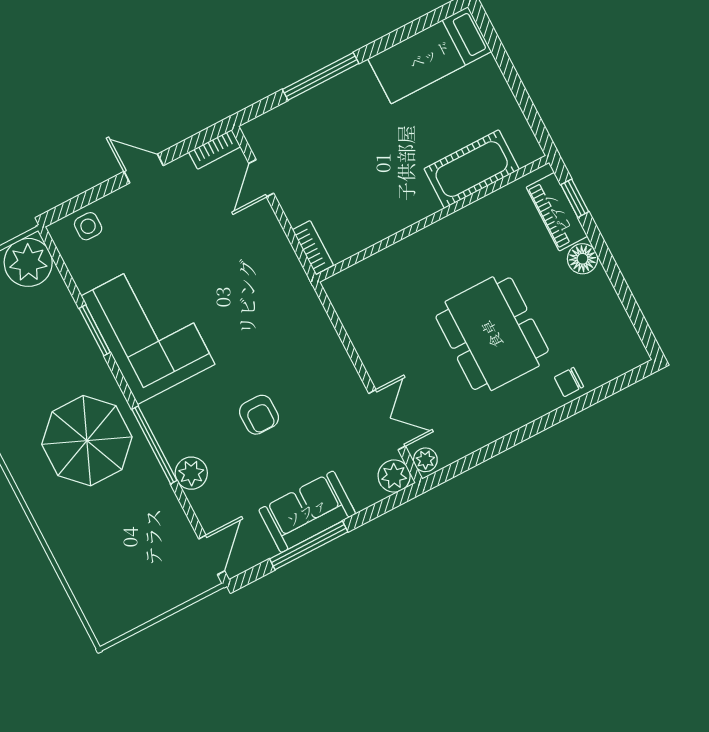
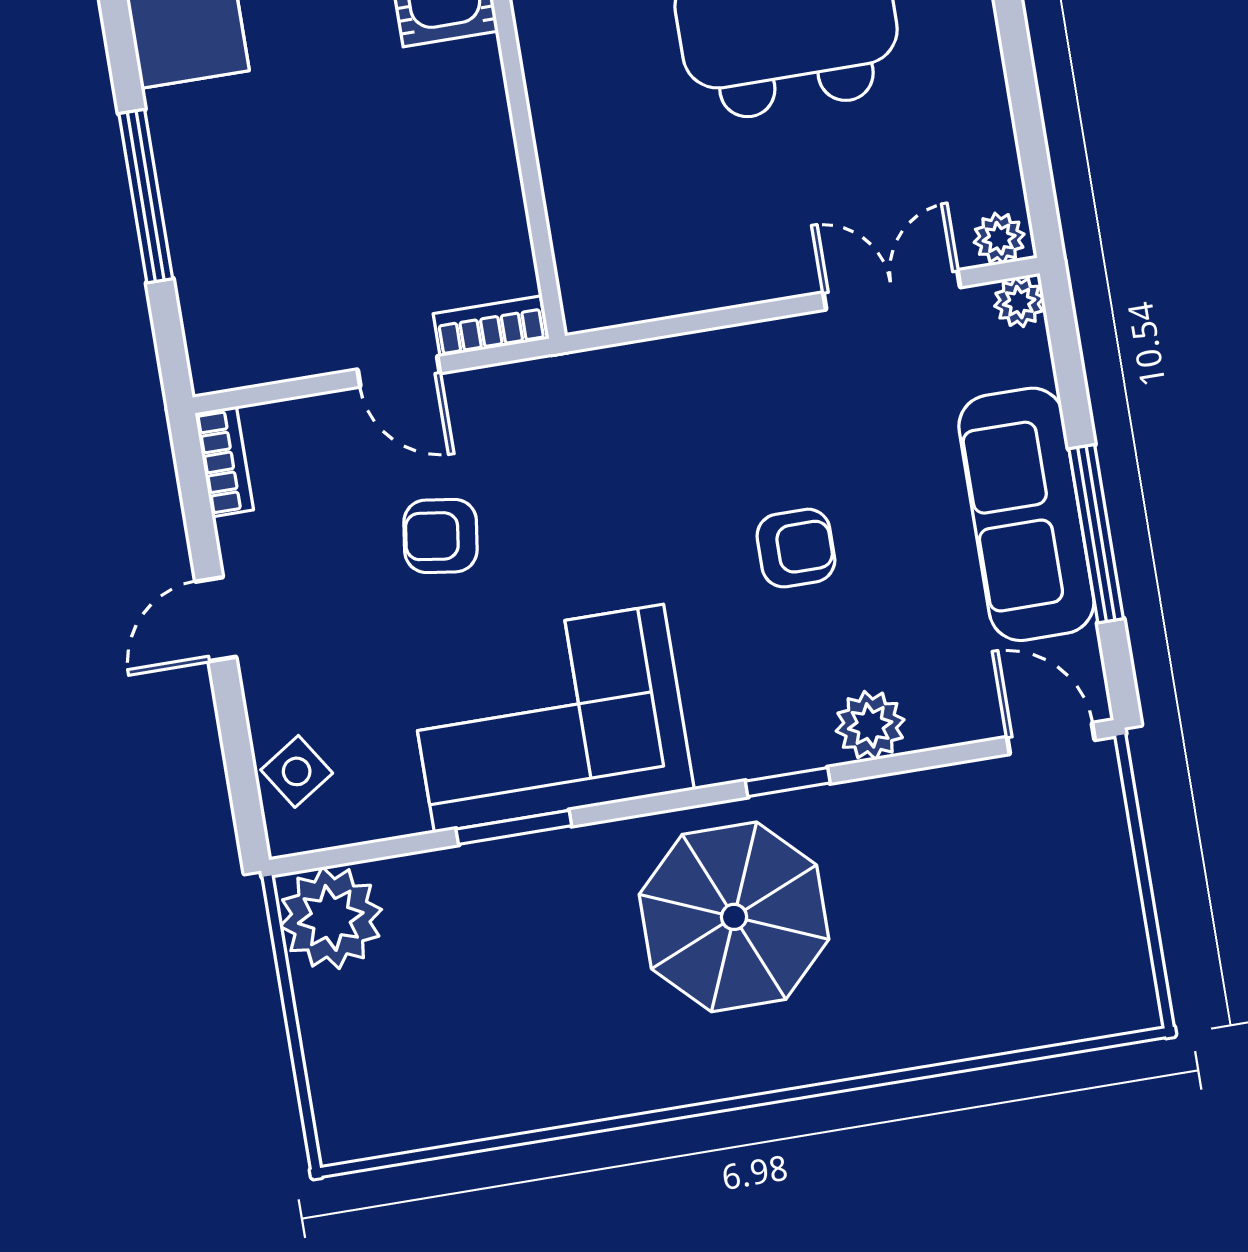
door: (261, 178) -> (399, 371), moved
side table: (88, 226) -> (297, 771), turned -33
armchair: (213, 256) -> (441, 536), added
window: (154, 445) -> (788, 782), width x0.46
plant: (394, 476) -> (1019, 302), width x0.73, depth x0.73
sofa: (307, 512) -> (1026, 514), width x1.36

